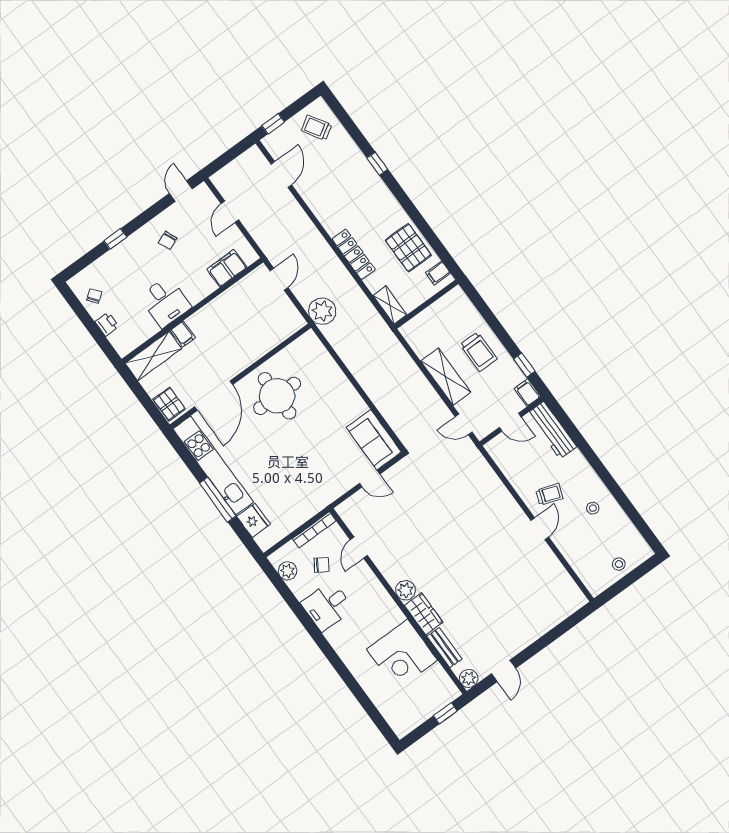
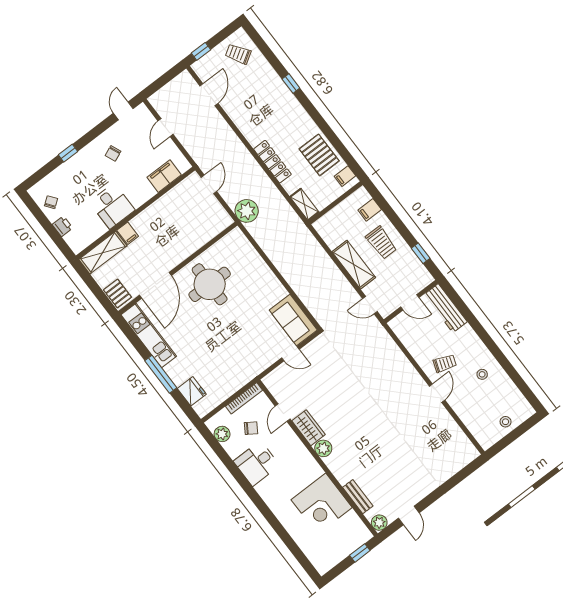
filing cabinet: (527, 393) -> (370, 210), moved, turned -90
kitchen unit: (213, 465) -> (149, 336), width x0.73
wardrobe: (424, 614) -> (308, 428), moved

